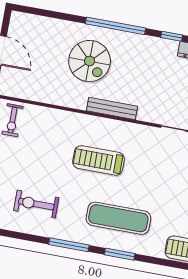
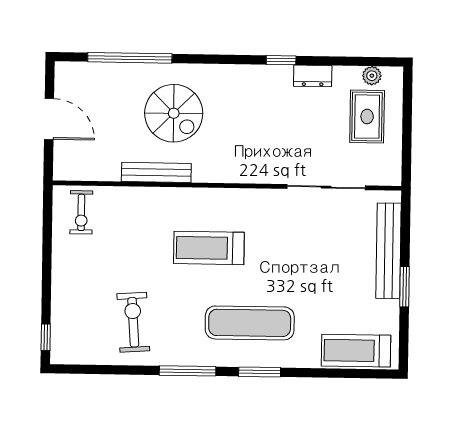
window: (116, 26) -> (130, 58), moved
bench: (112, 108) -> (156, 172), moved
exercise bike: (36, 204) -> (133, 322), turned 86

